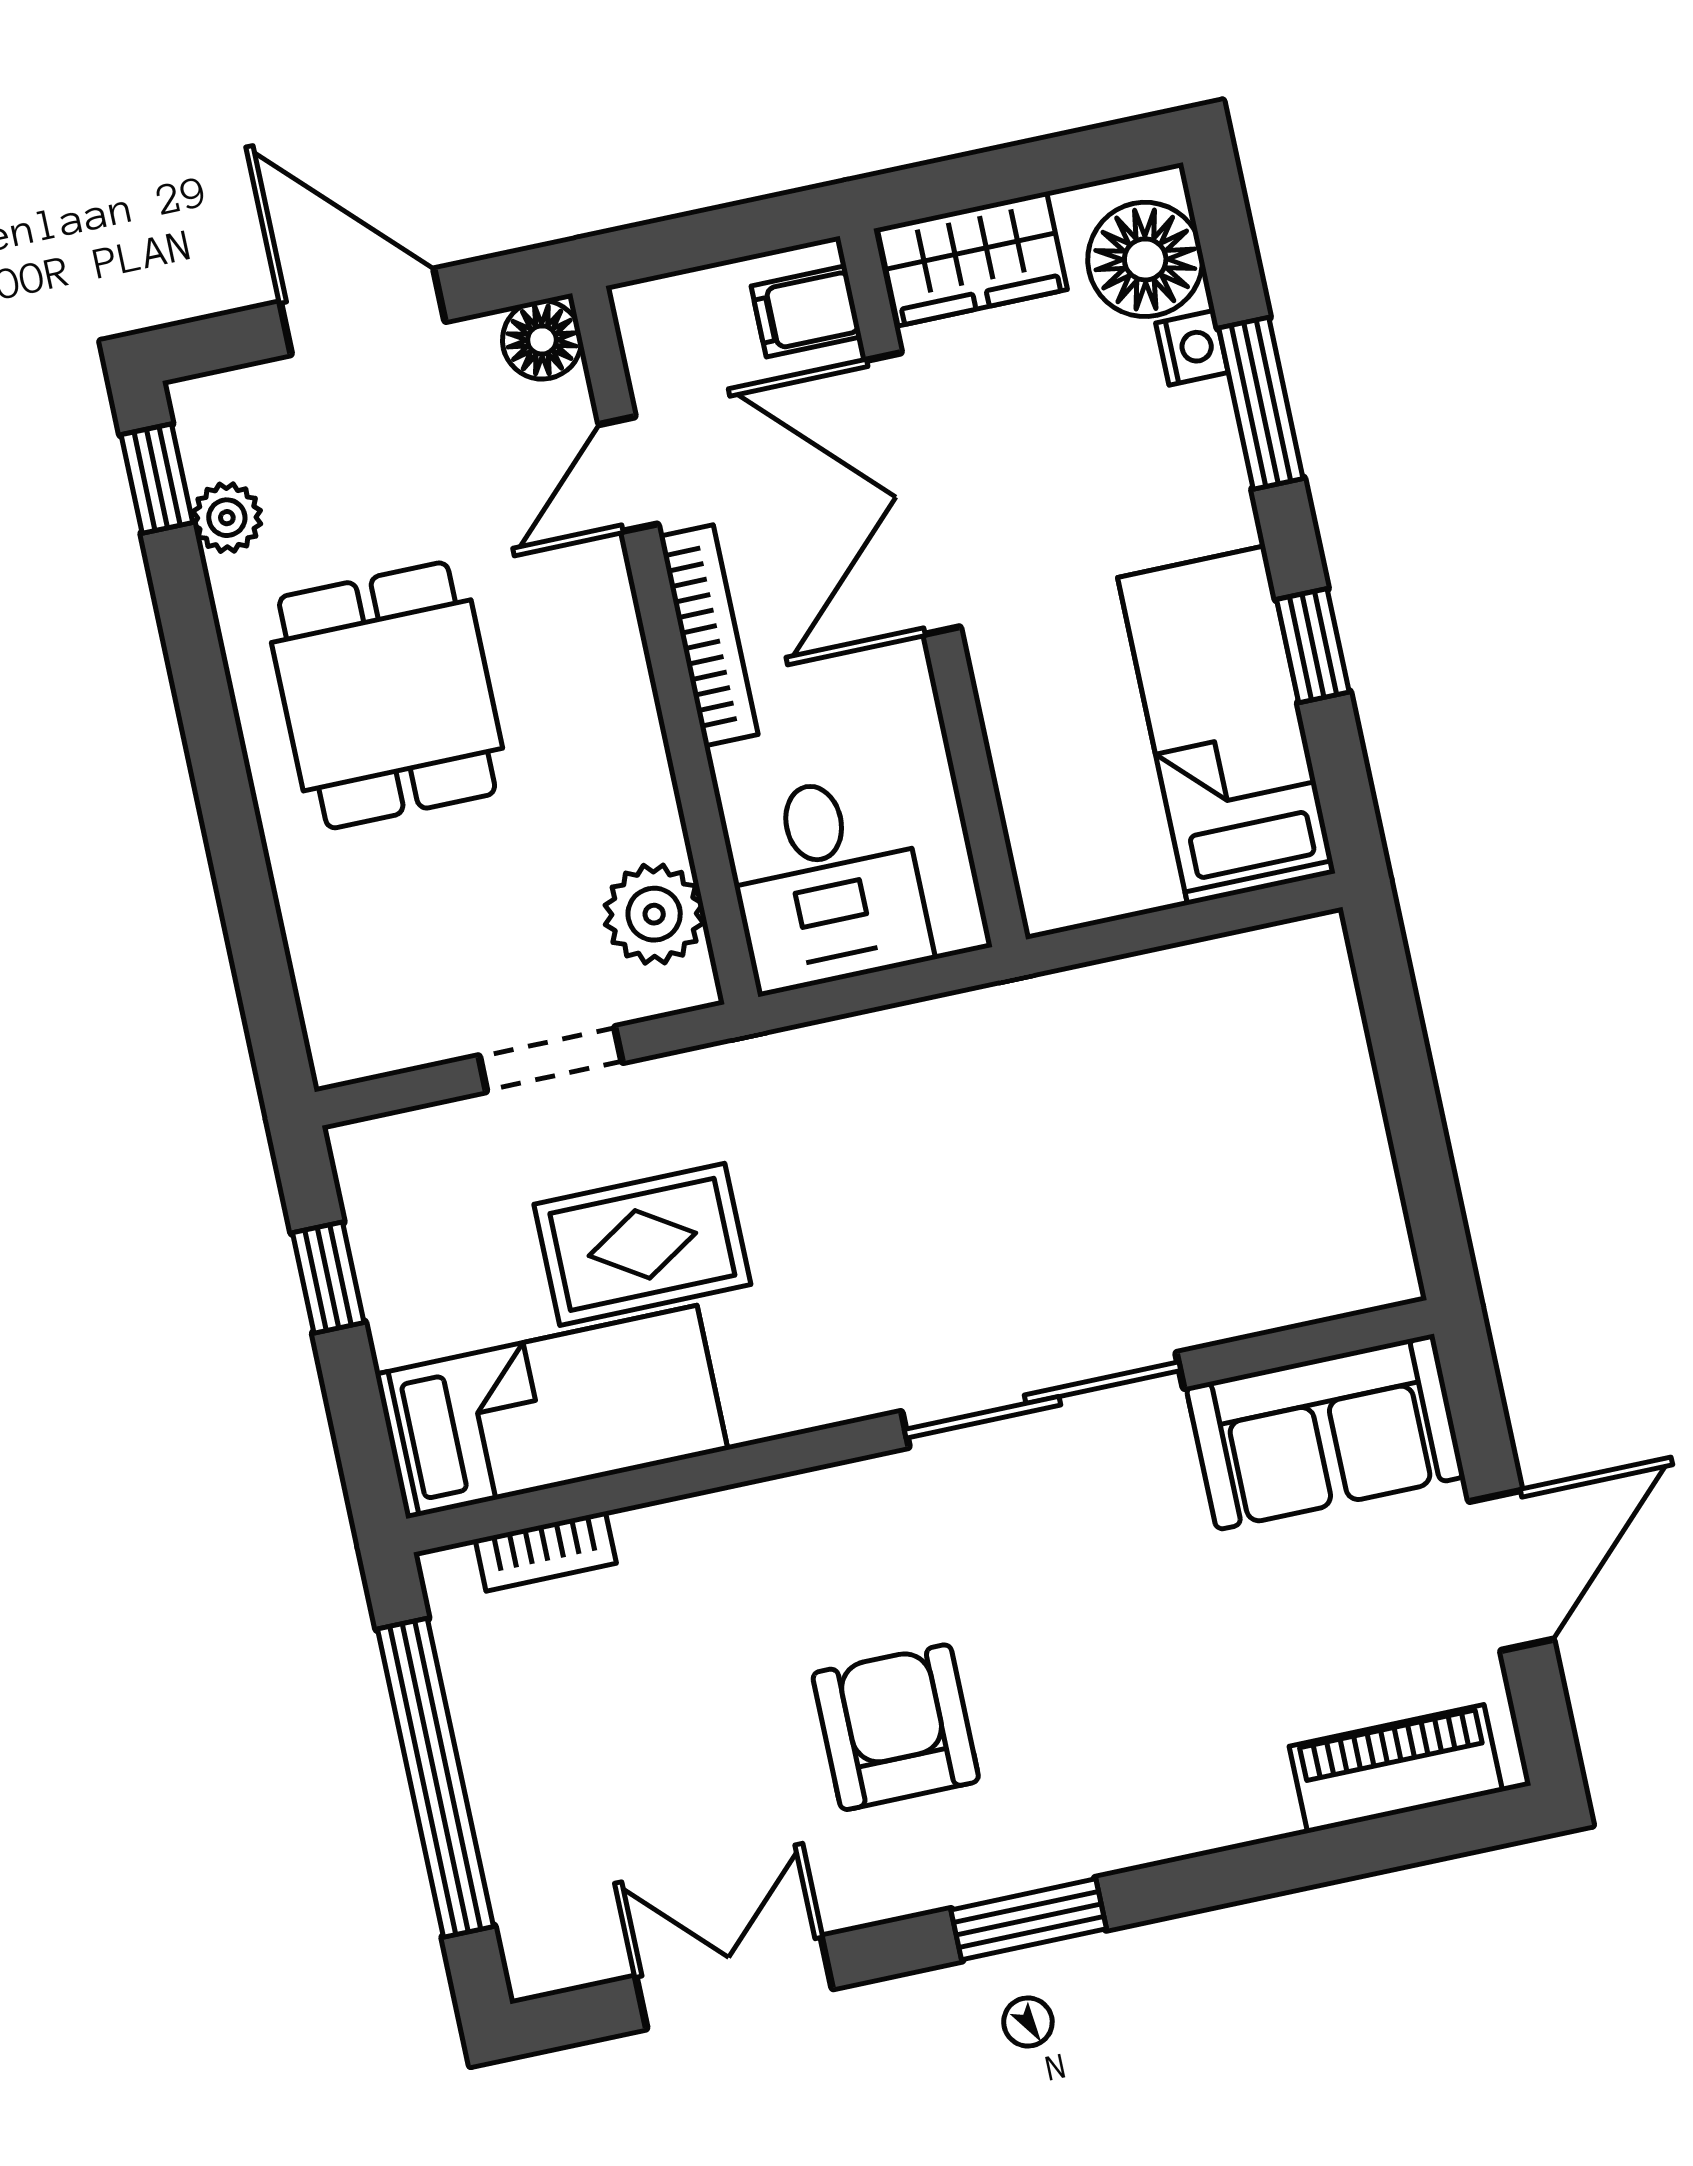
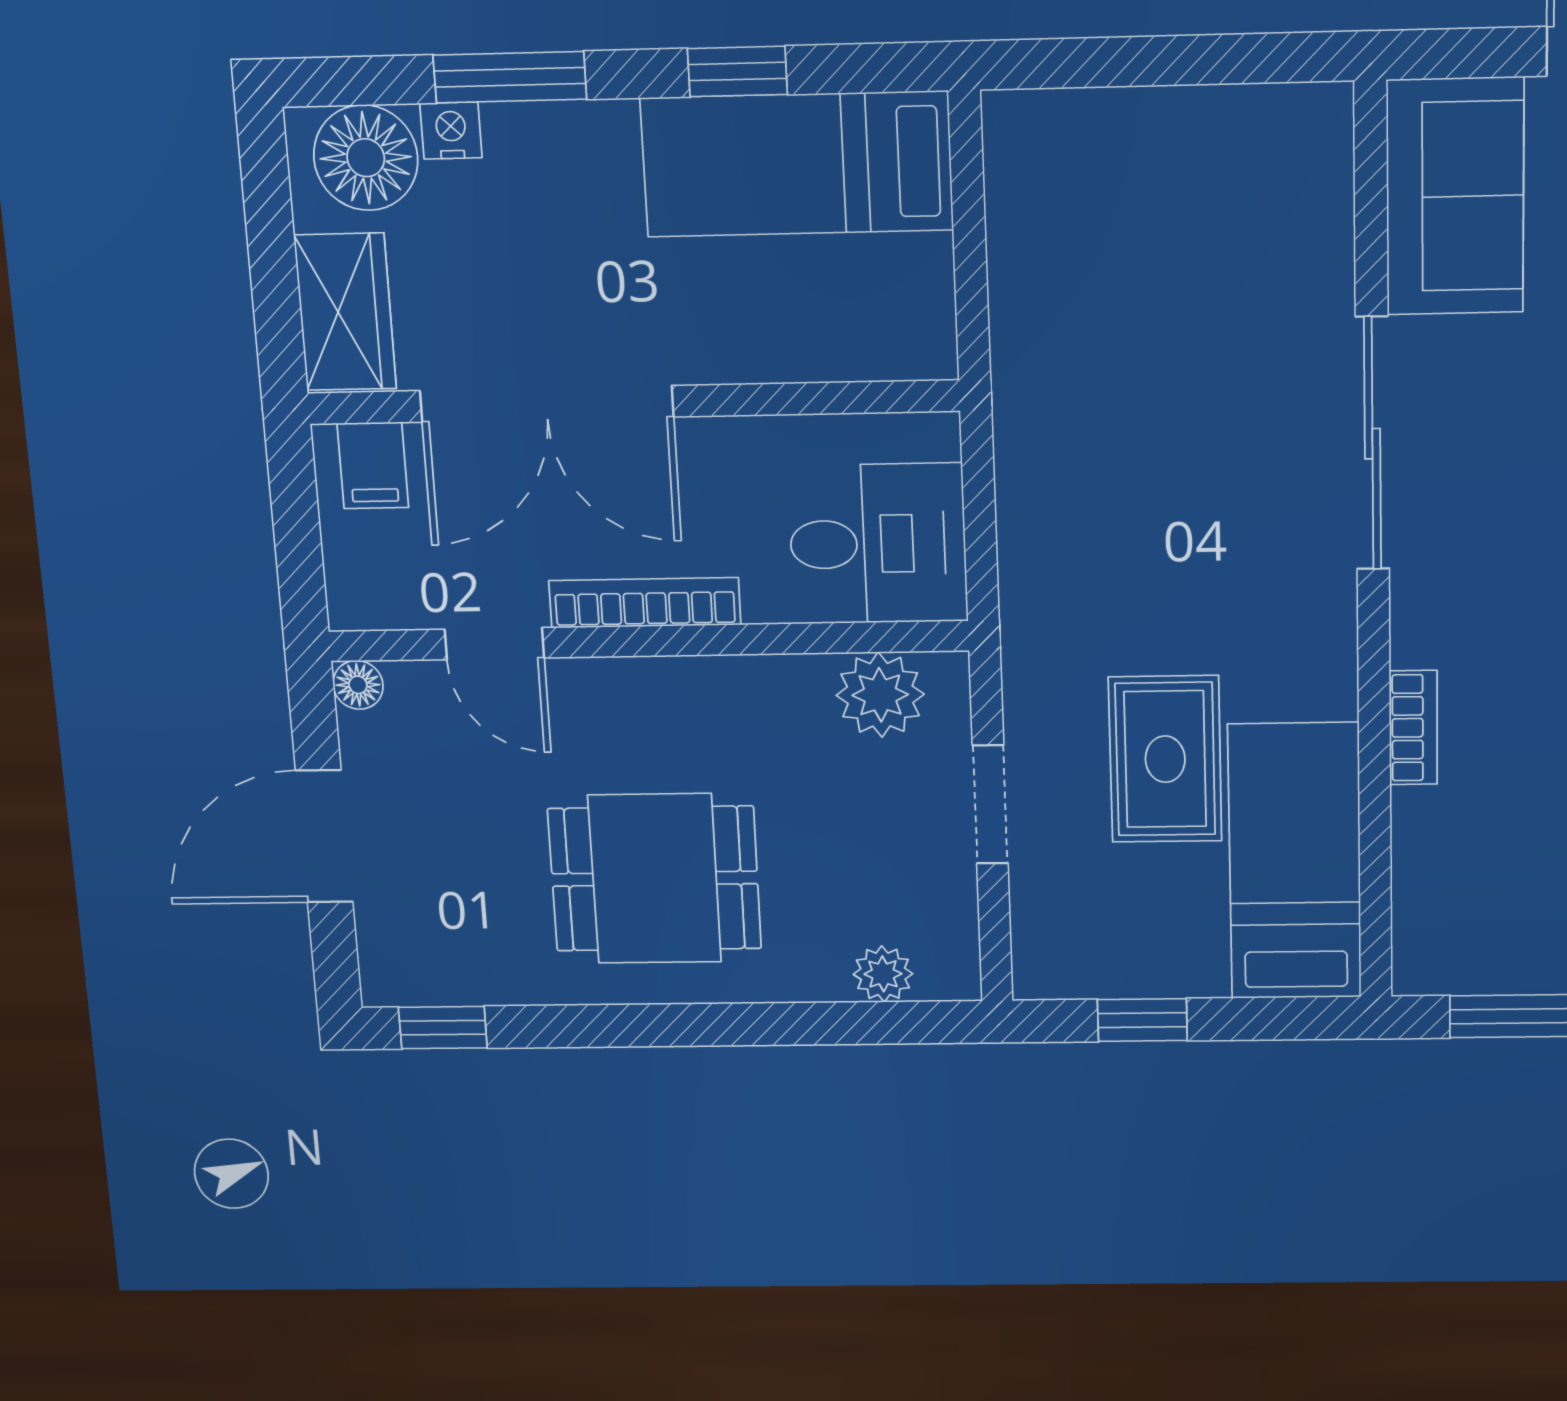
floor lamp: (542, 340) -> (358, 685), width x0.73, depth x0.73
plant: (227, 518) -> (883, 974), moved
bookcase: (546, 1551) -> (1413, 728), moved

